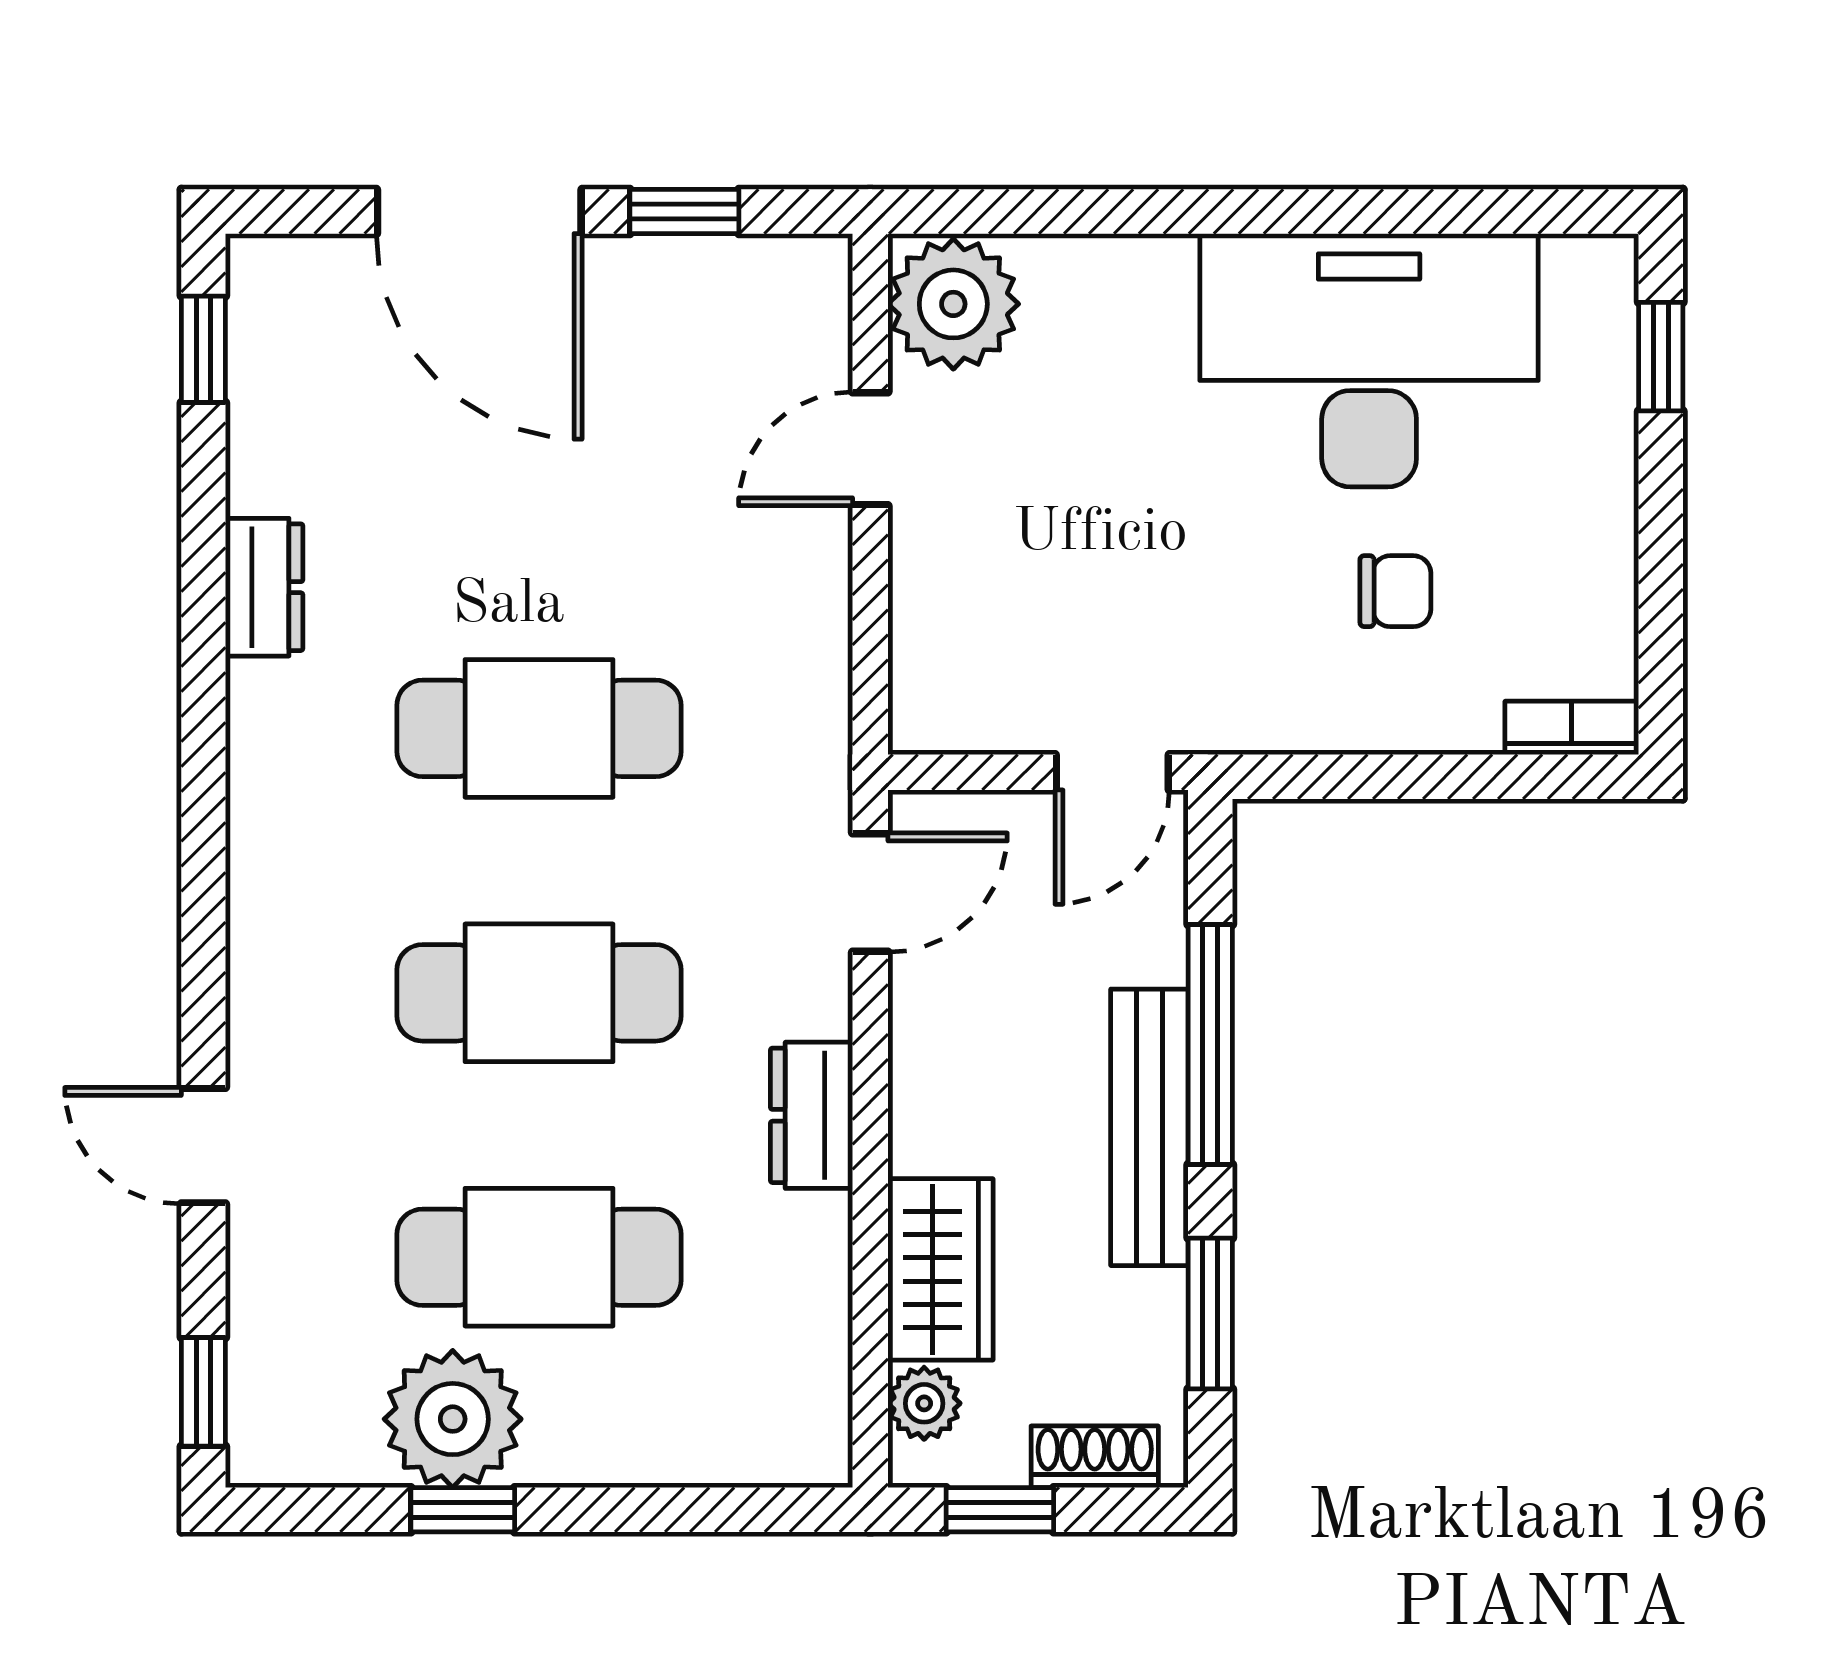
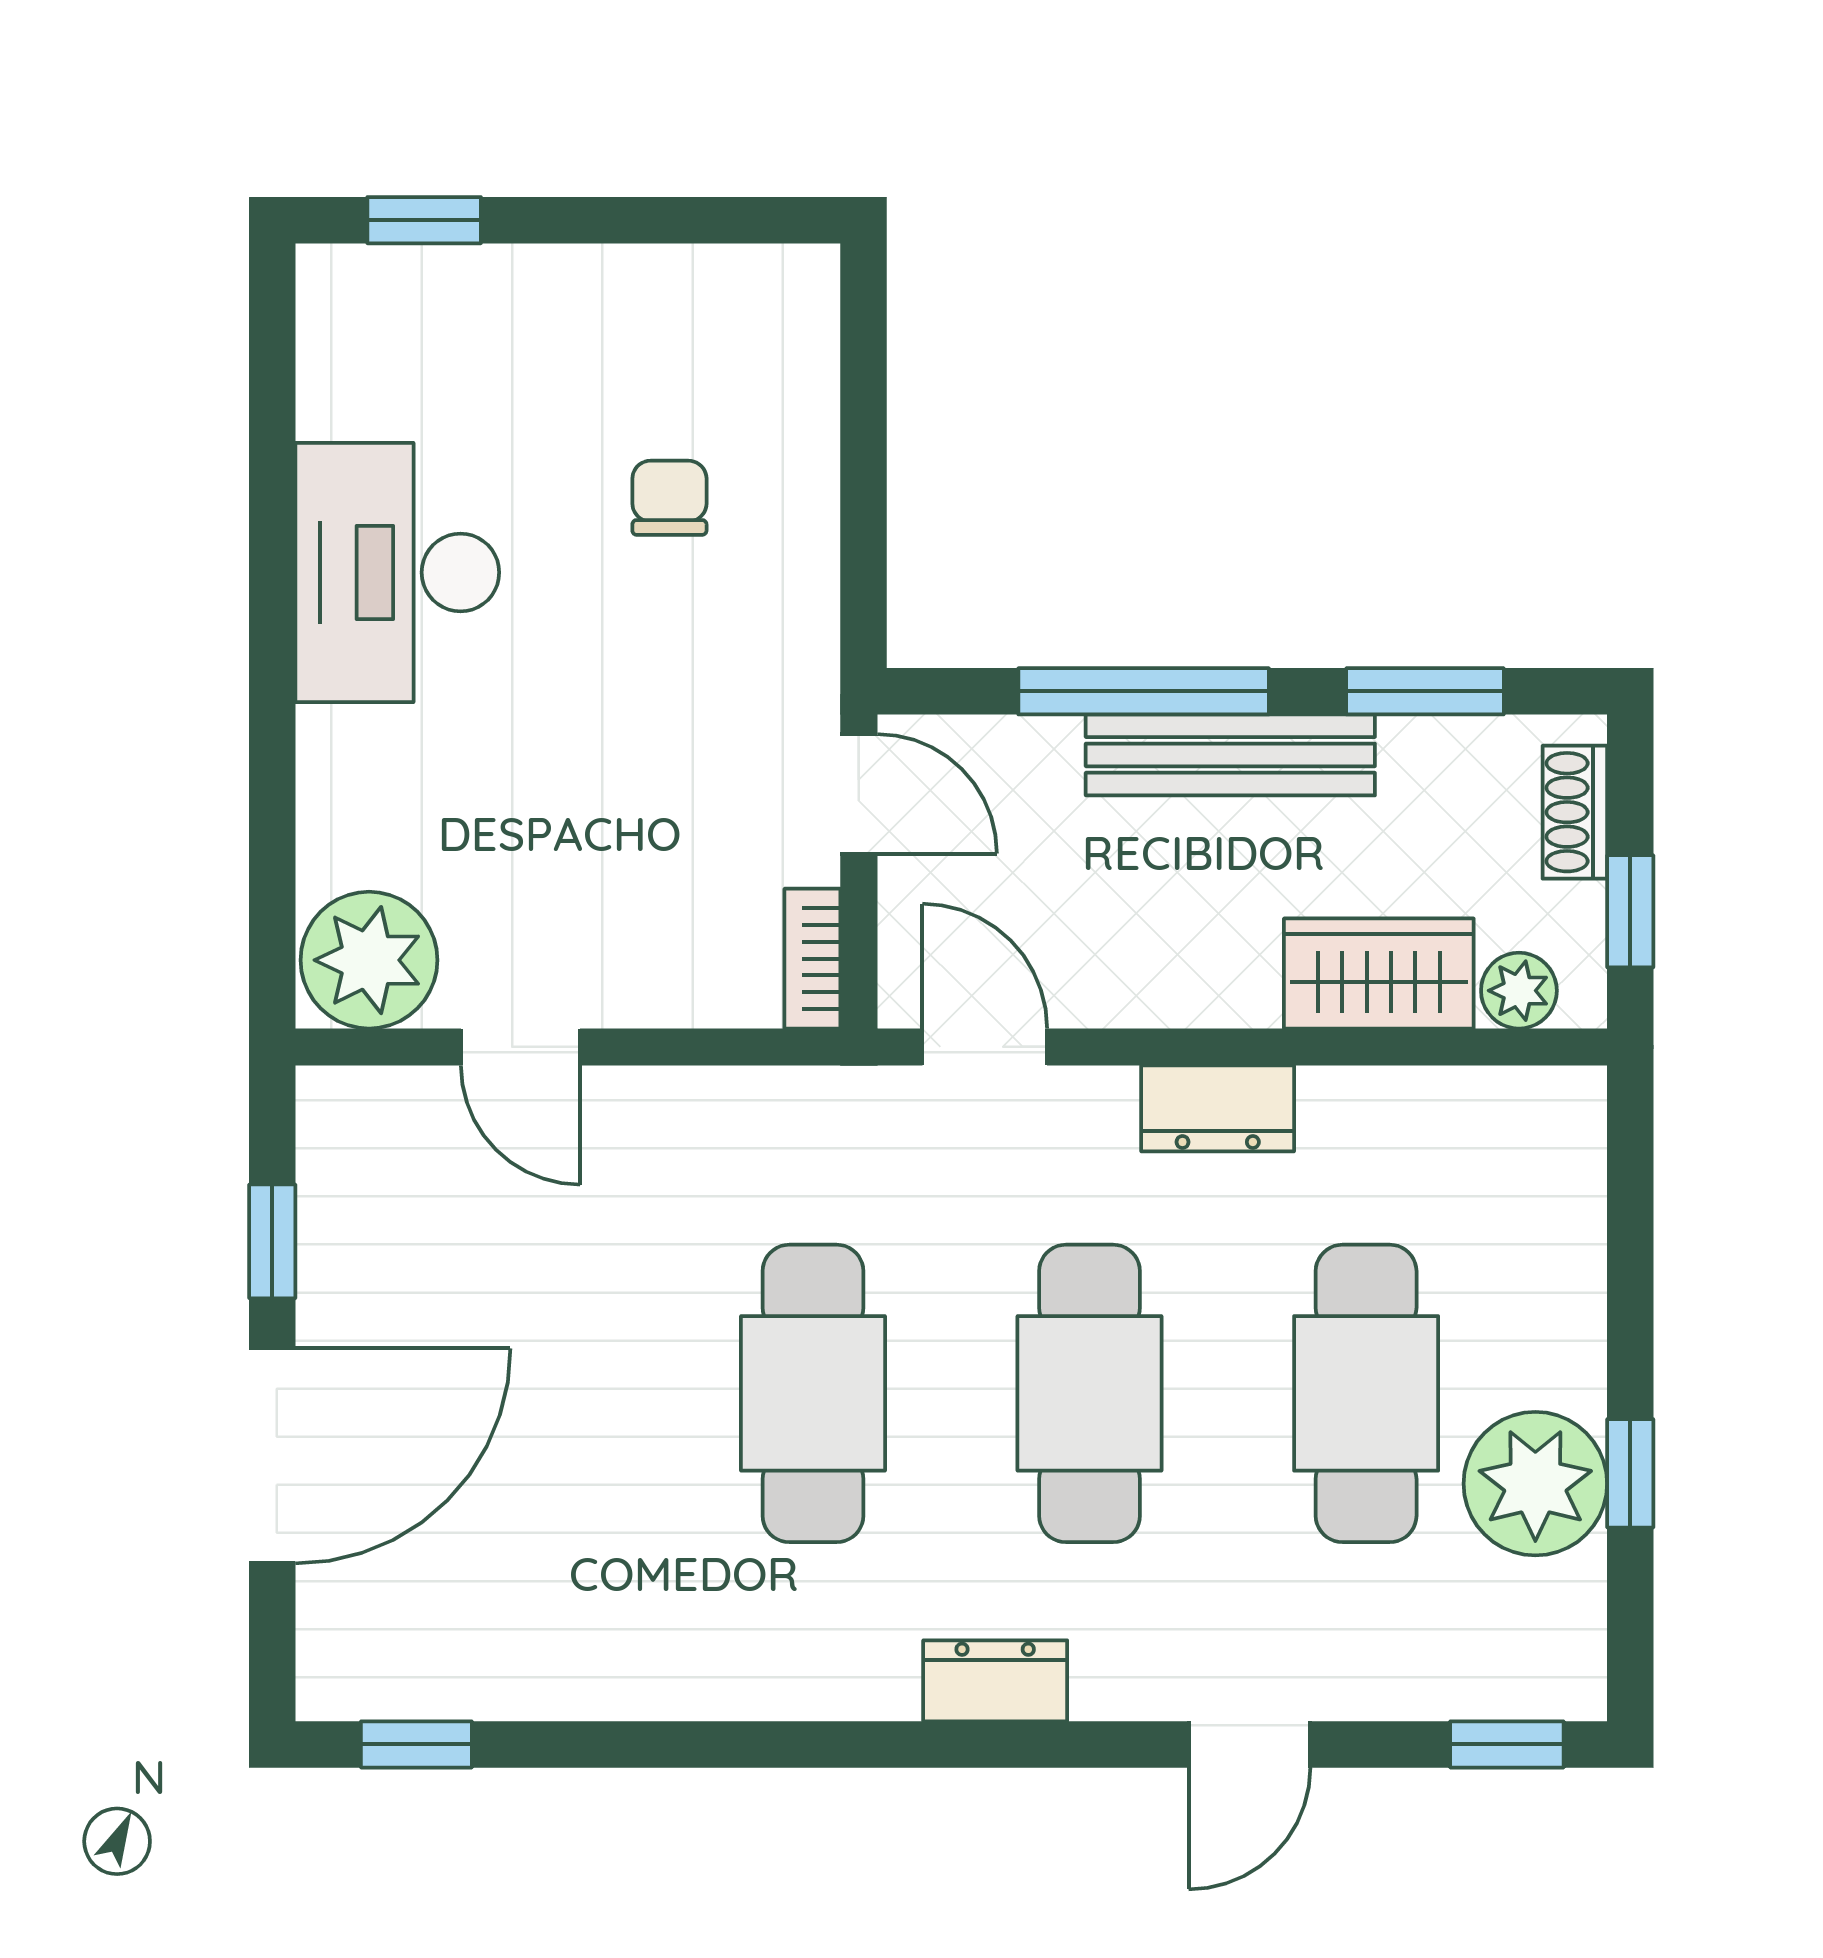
desk: (1369, 360) -> (397, 572), width x0.73, depth x0.77
dresser: (264, 587) -> (995, 1681), moved
bookcase: (1572, 728) -> (812, 959), moved

